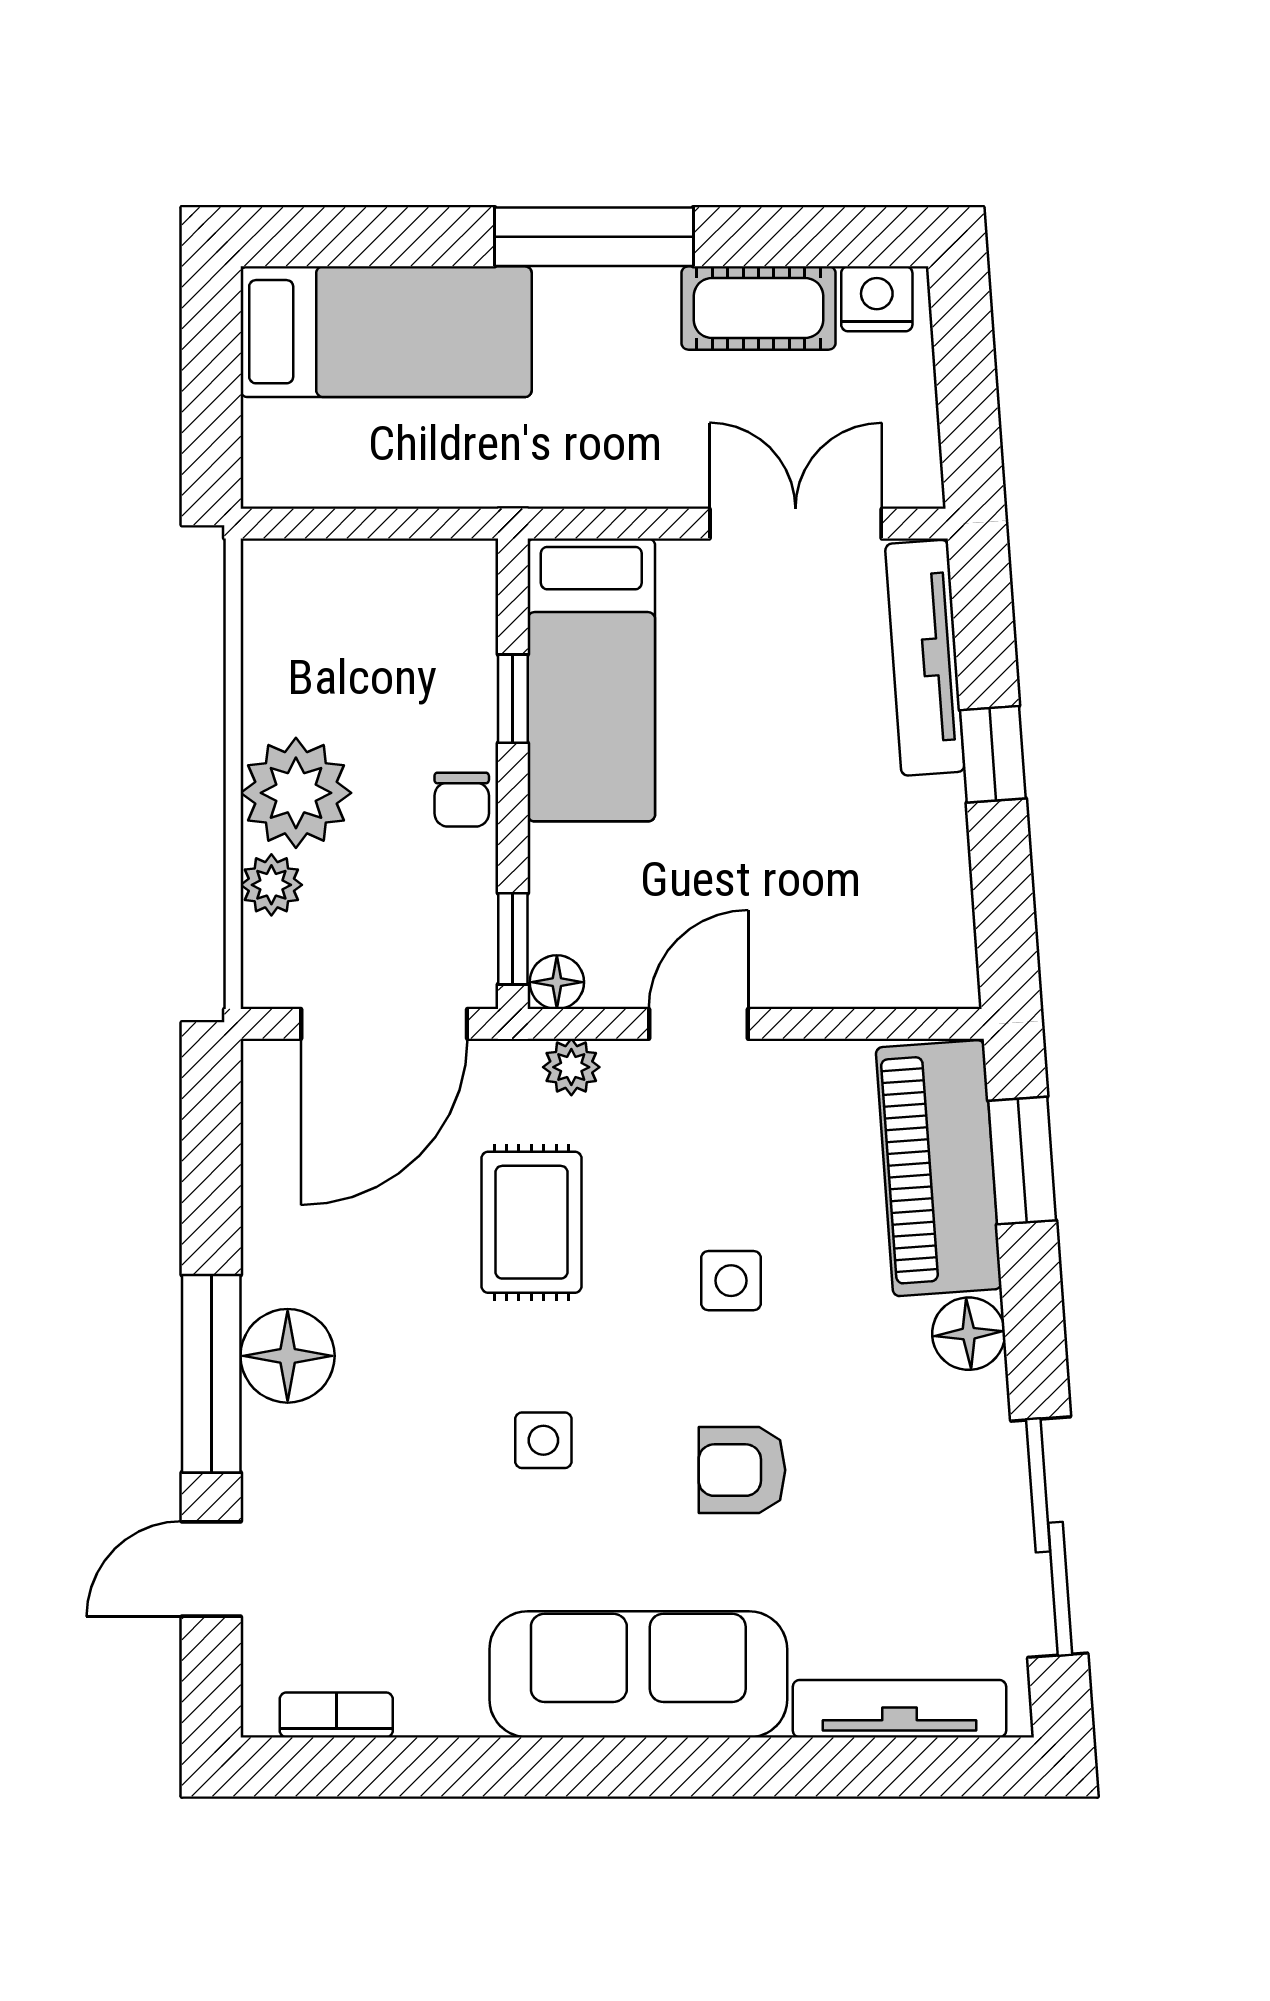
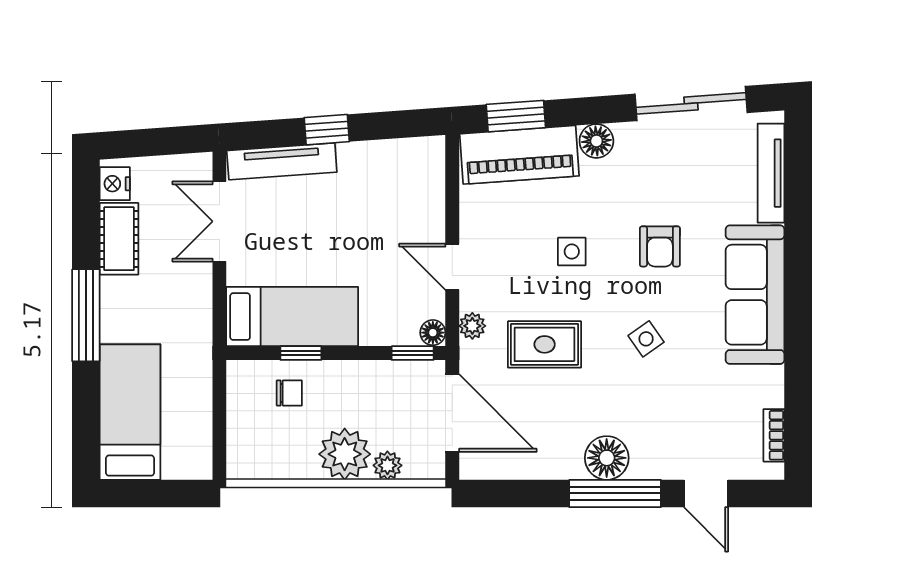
chair: (462, 800) -> (289, 393), moved
side table: (543, 1440) -> (646, 339), turned -35

